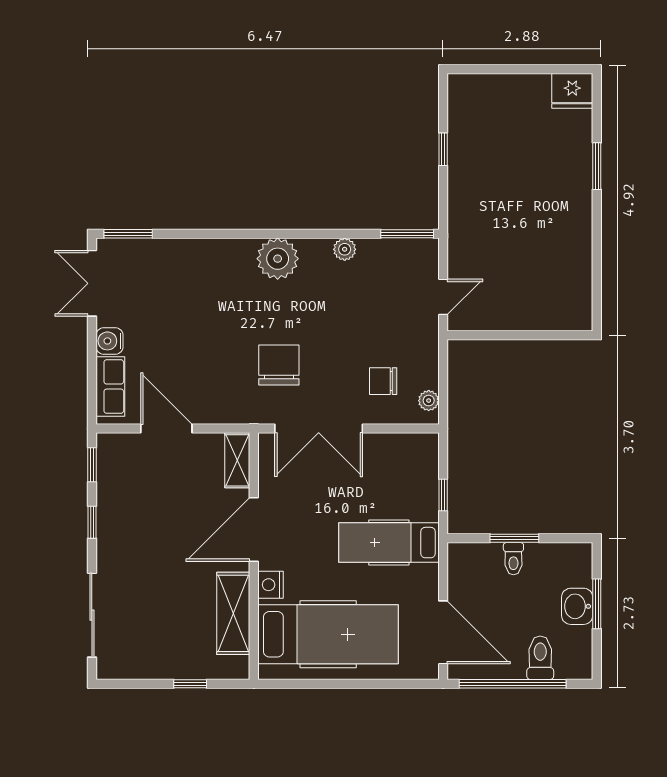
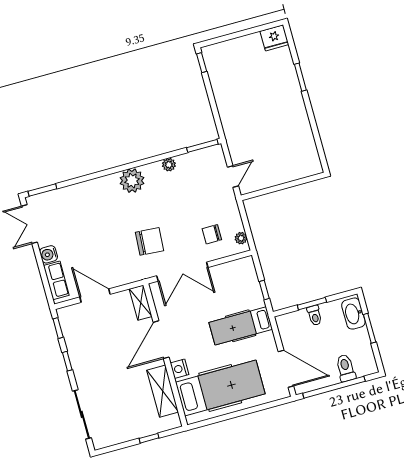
window: (443, 149) -> (202, 63), moved
chair: (279, 365) -> (150, 241), turned 94
washbasin: (577, 606) -> (353, 314), moved, width x1.38

